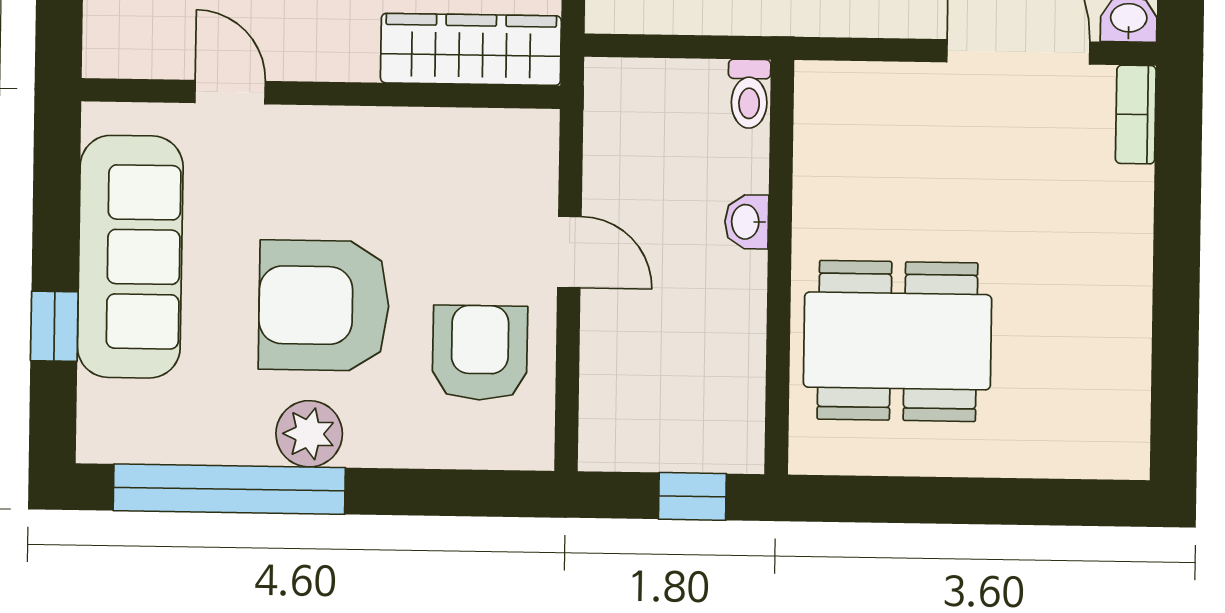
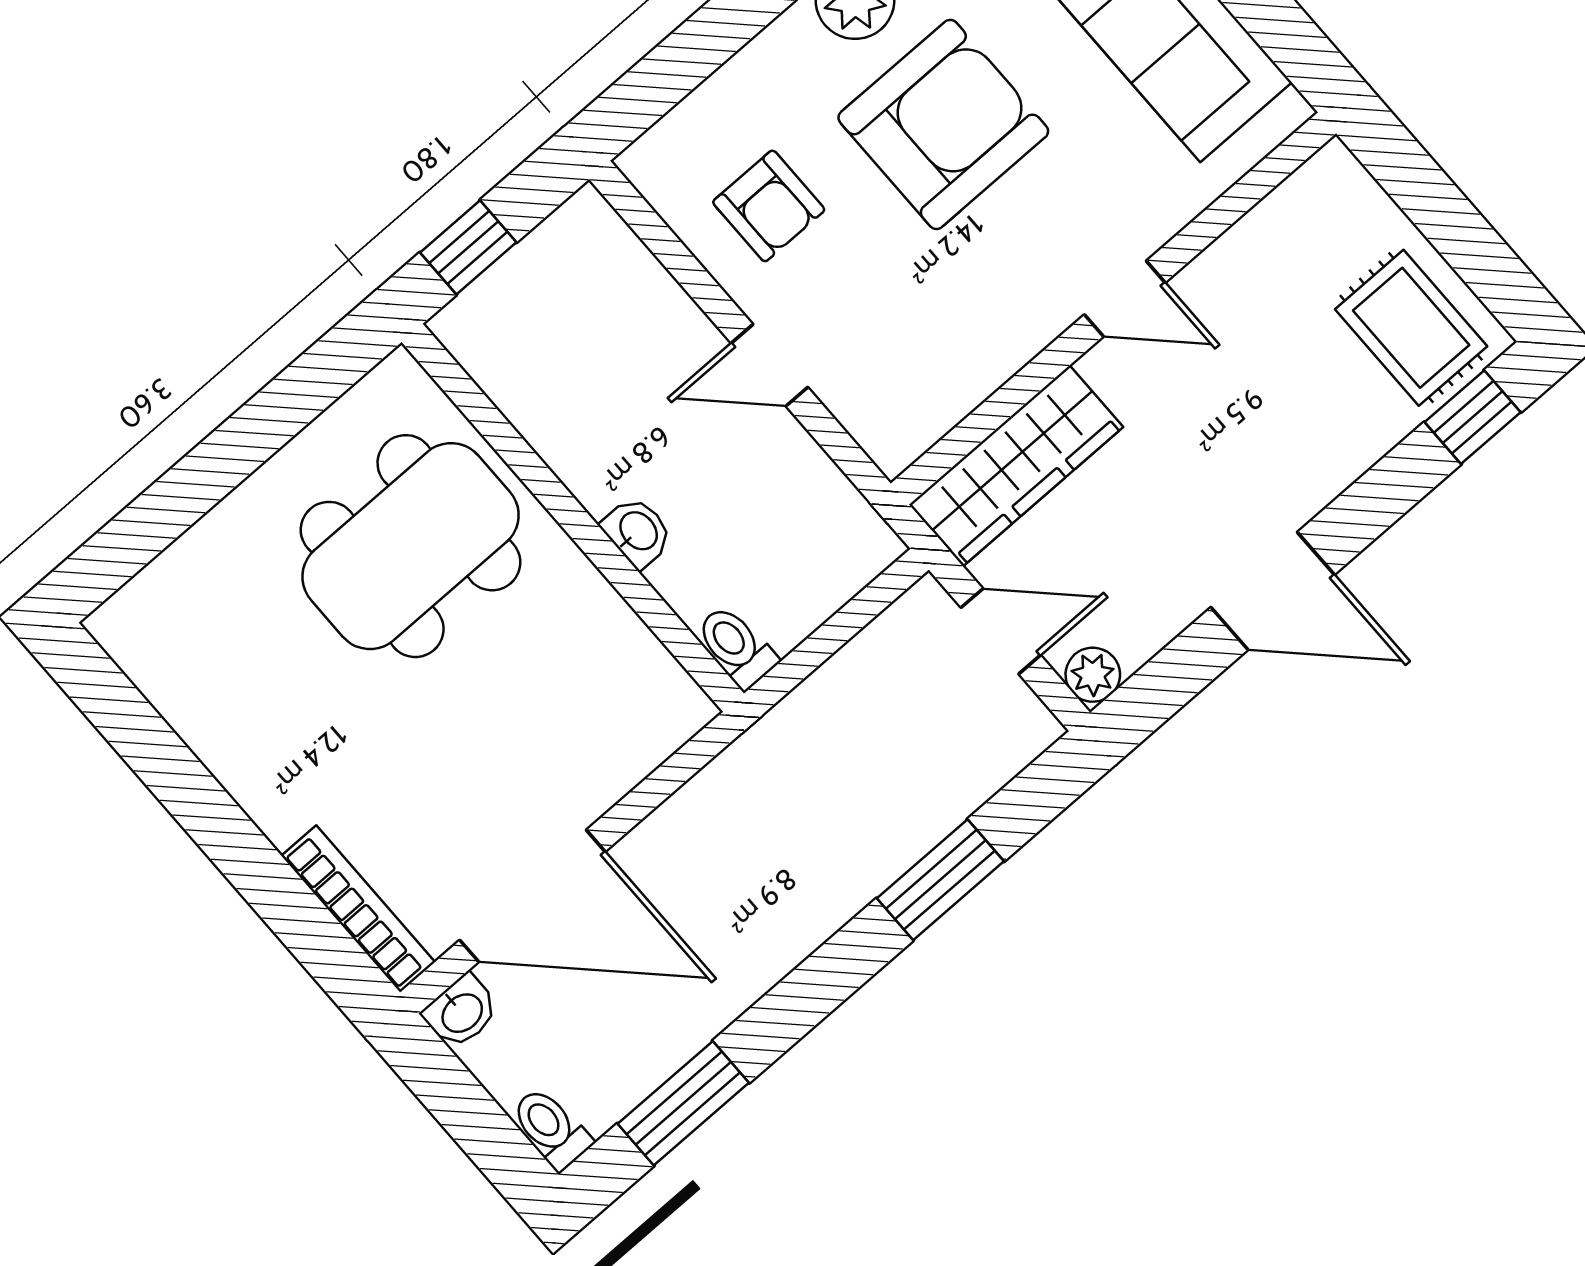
door: (230, 92) -> (1125, 299), moved
bookcase: (1136, 115) -> (358, 909), width x1.56
armchair: (480, 353) -> (769, 206), width x0.72, depth x0.72

